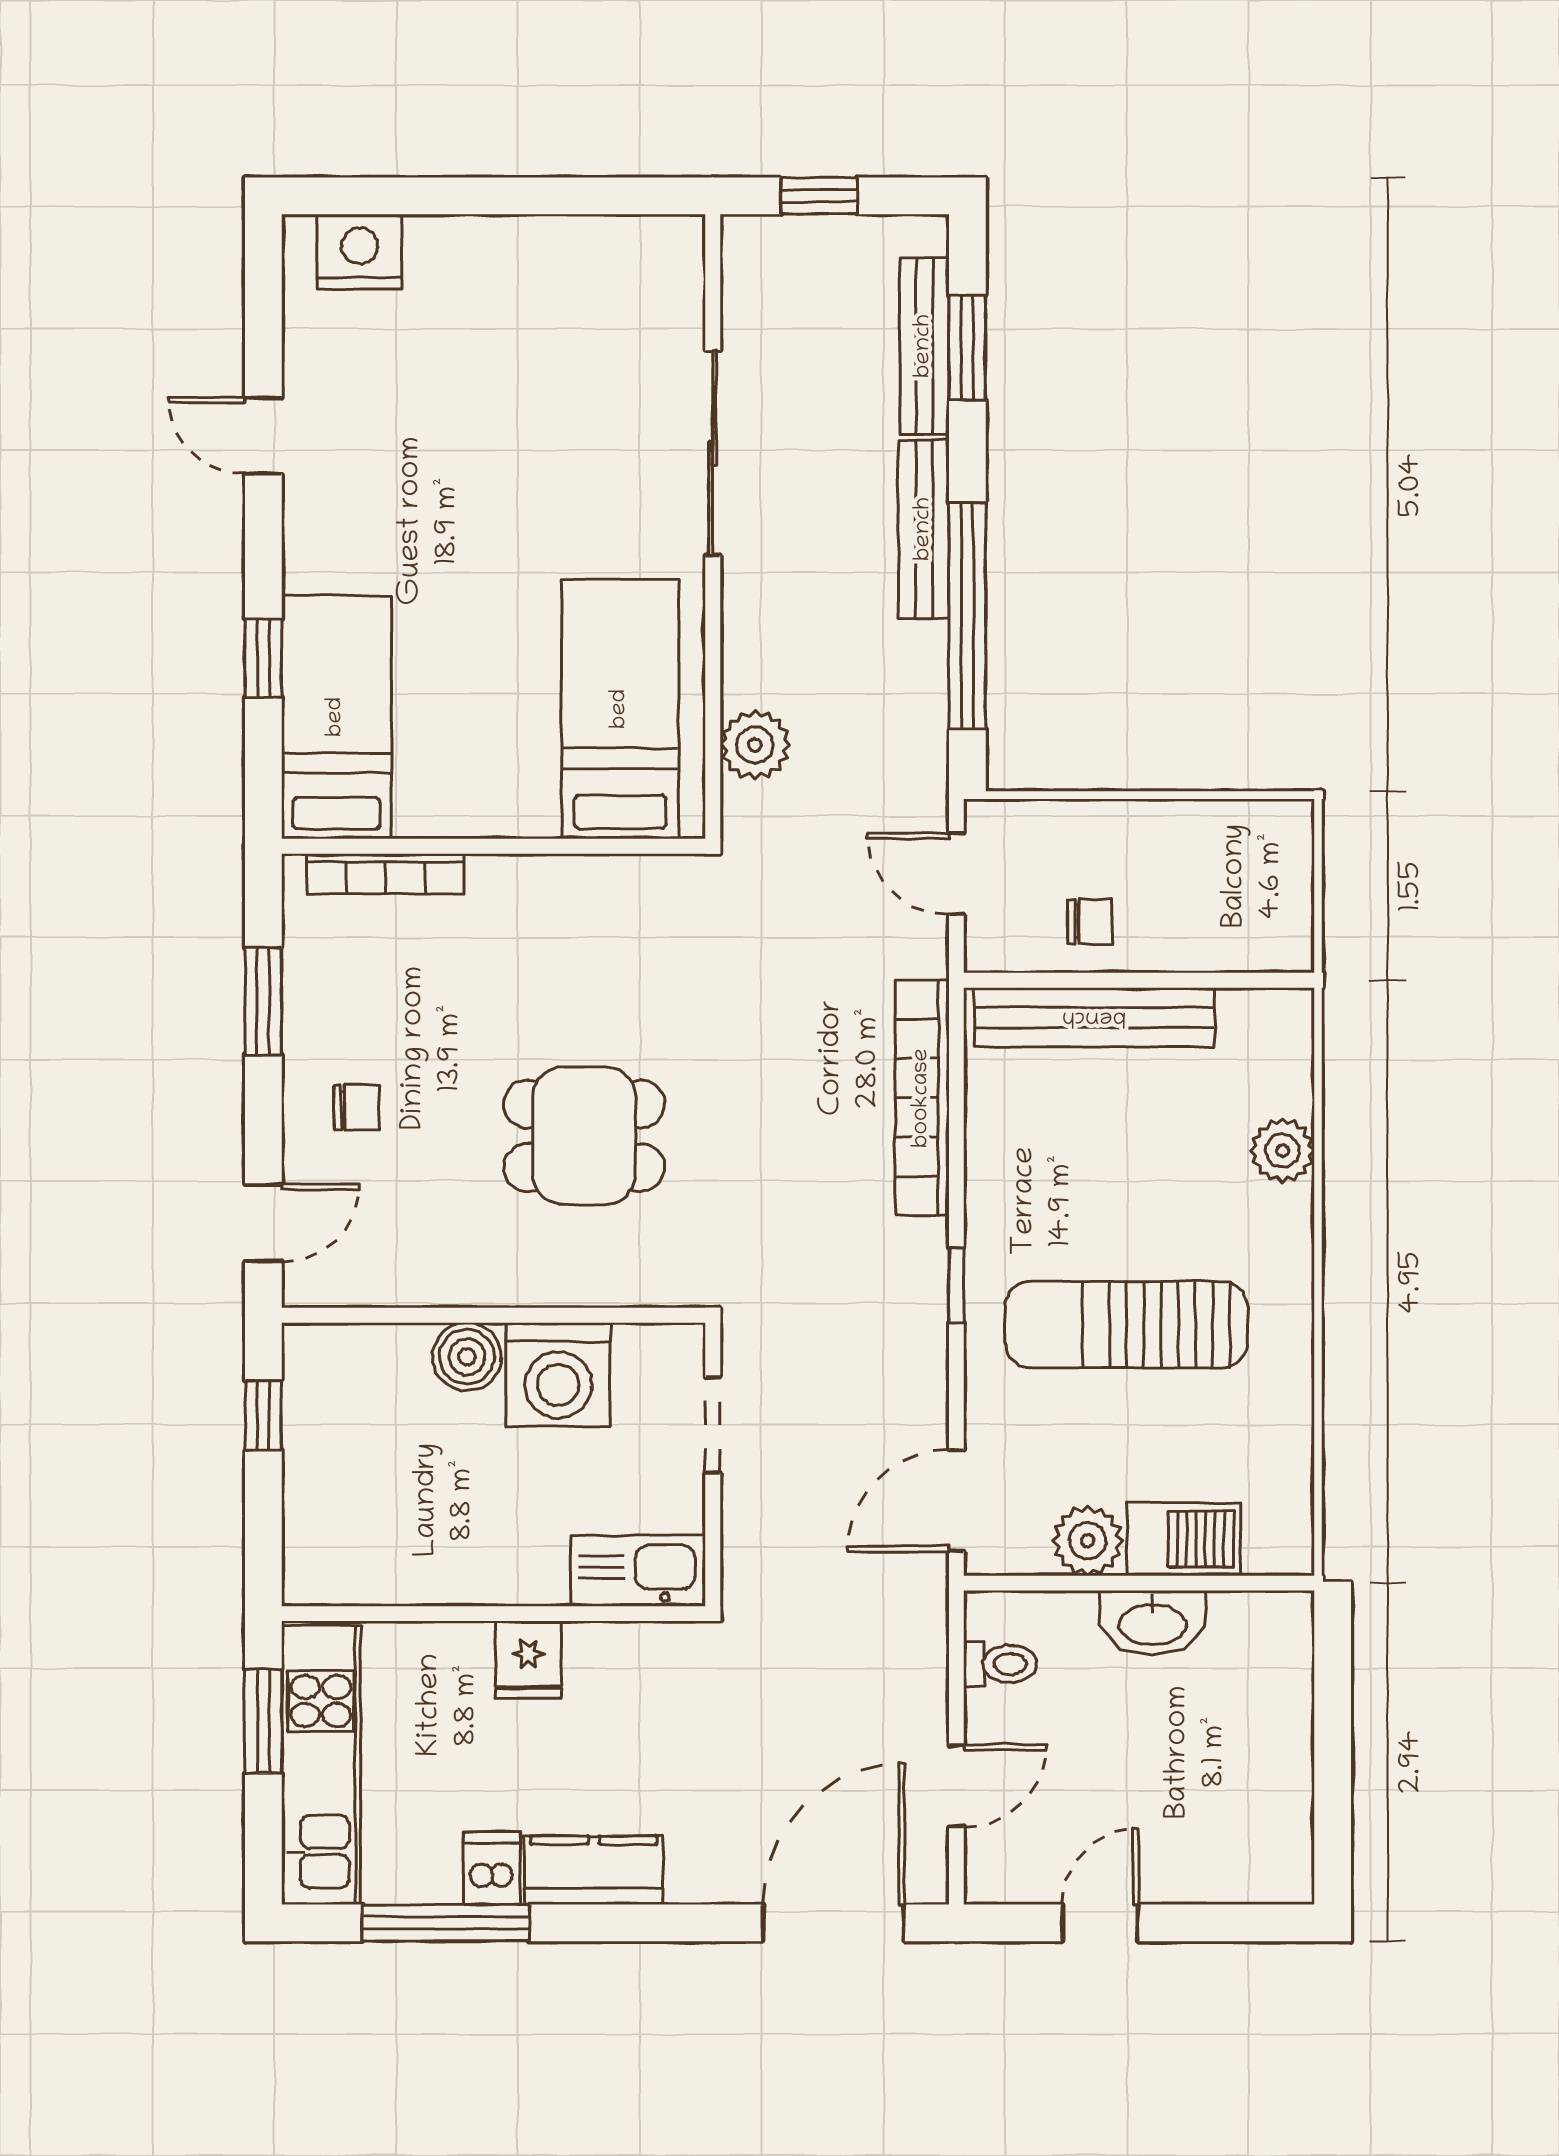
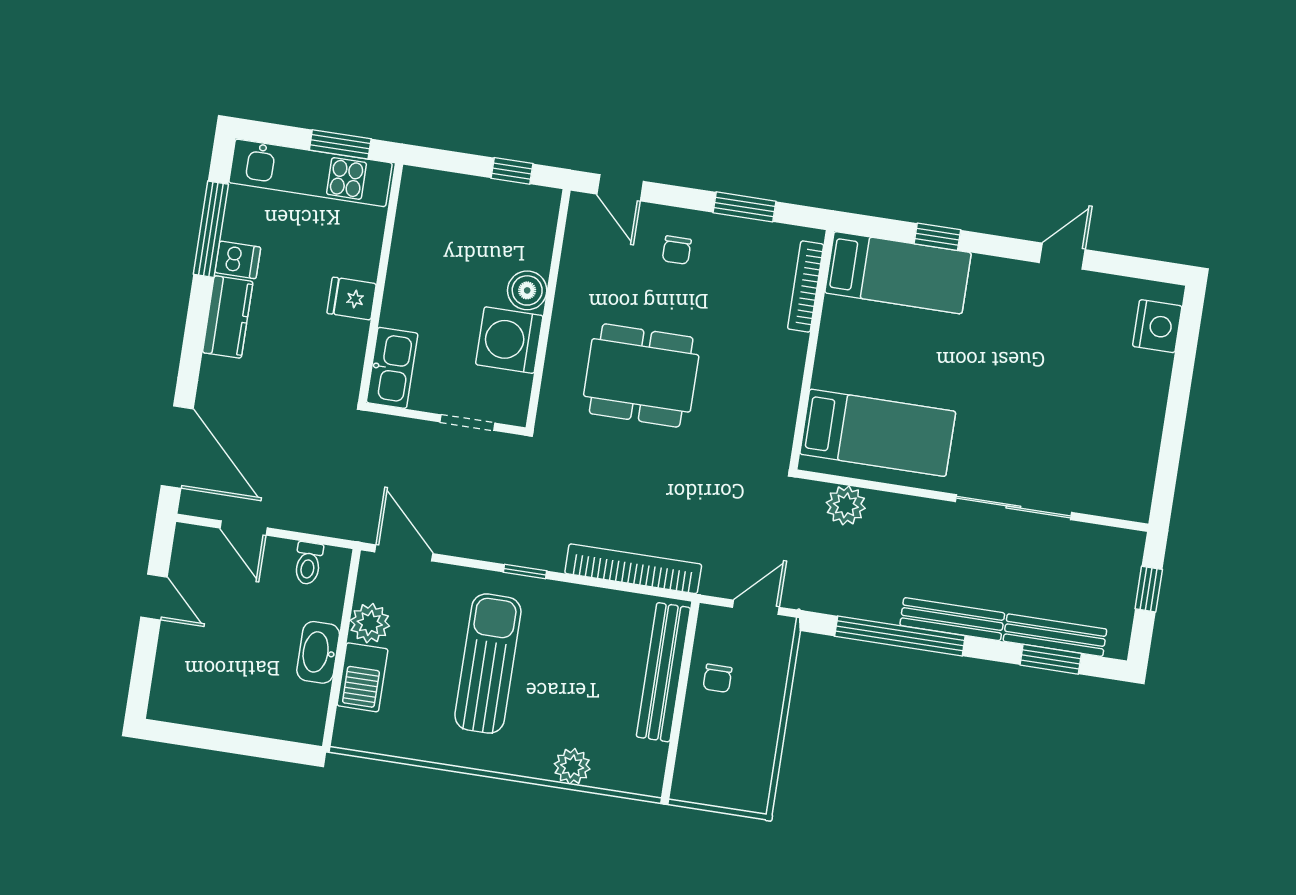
dining table: (584, 1136) -> (641, 375), width x1.38

